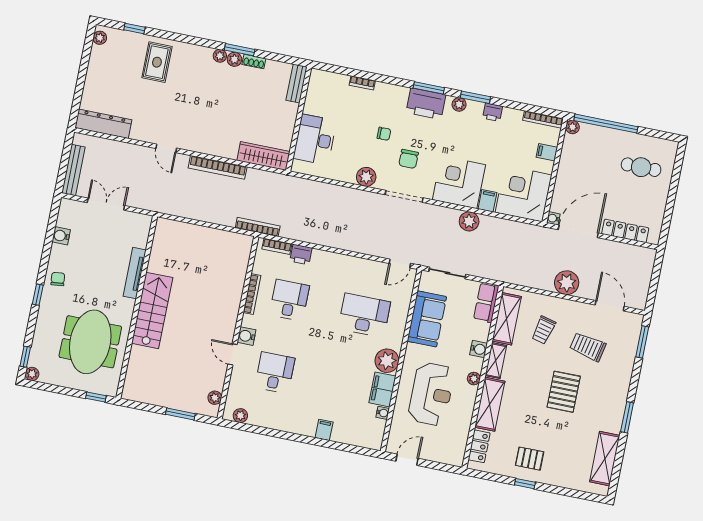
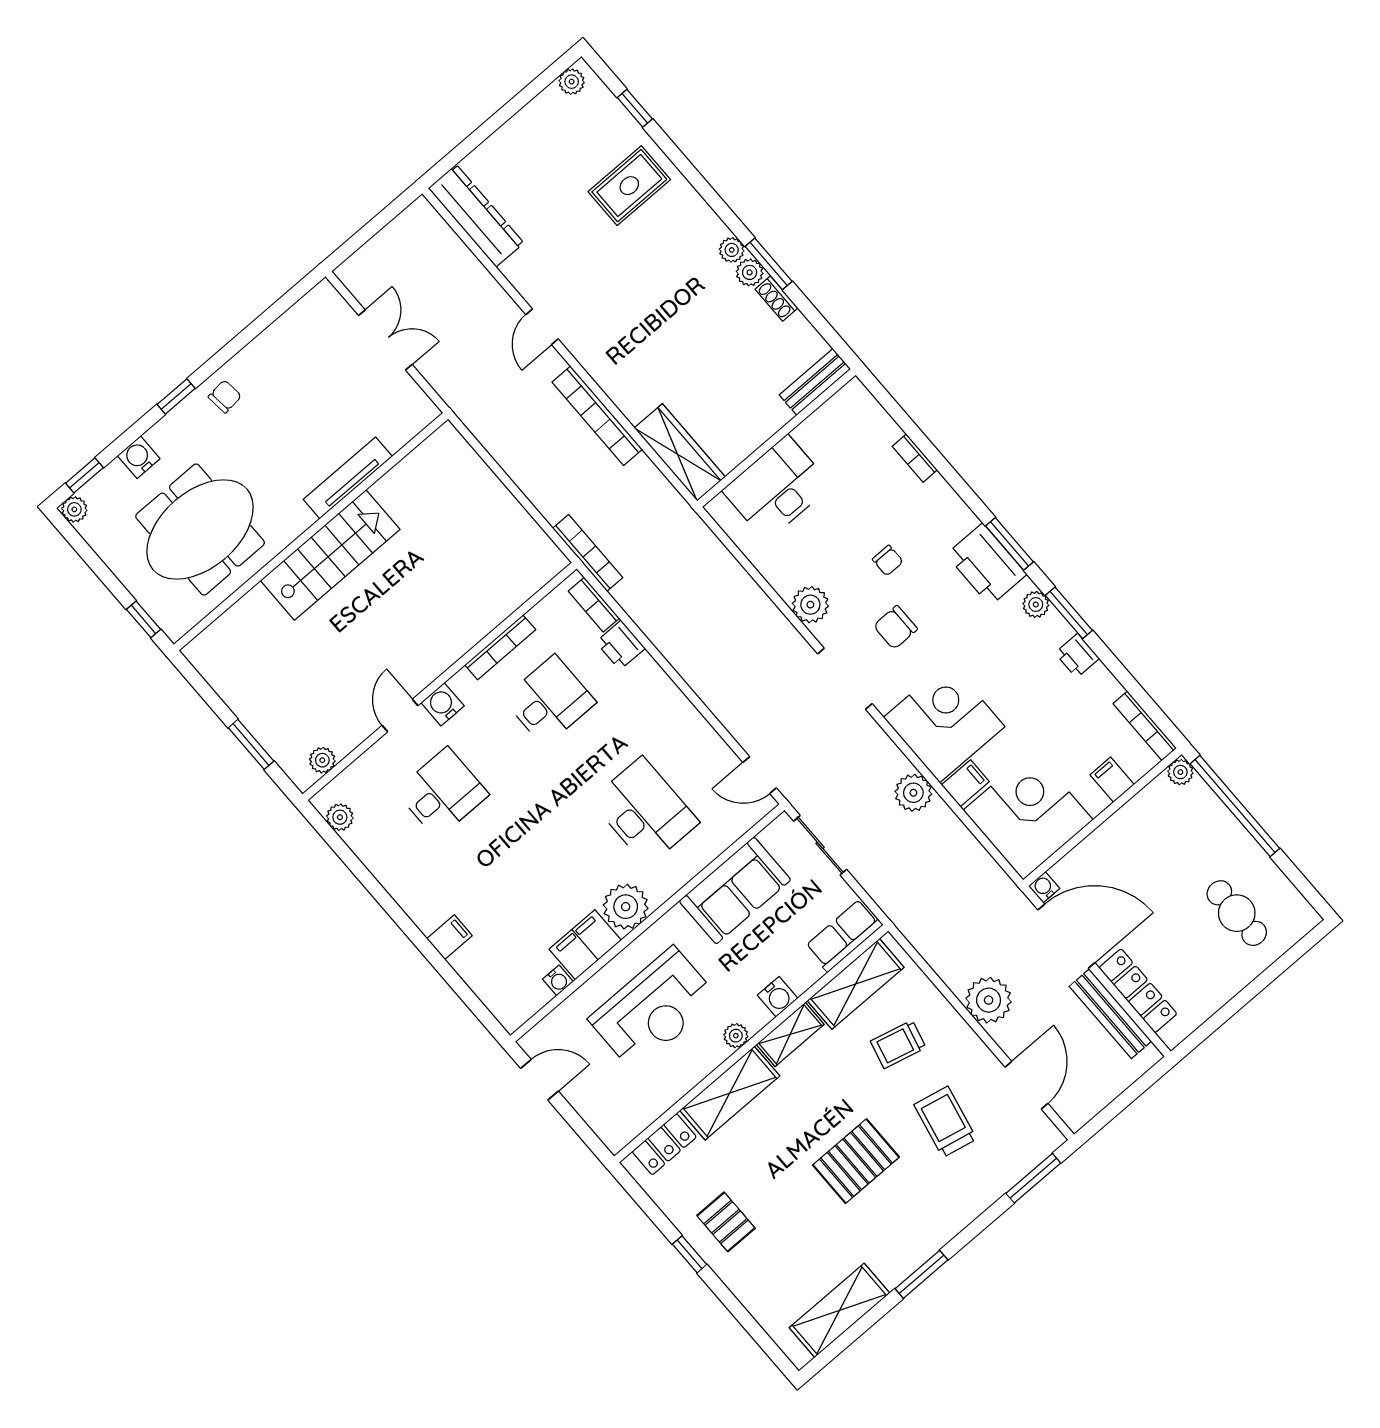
bench: (73, 170) -> (1110, 1014), moved, turned 90
water cooler: (61, 236) -> (139, 457), moved

